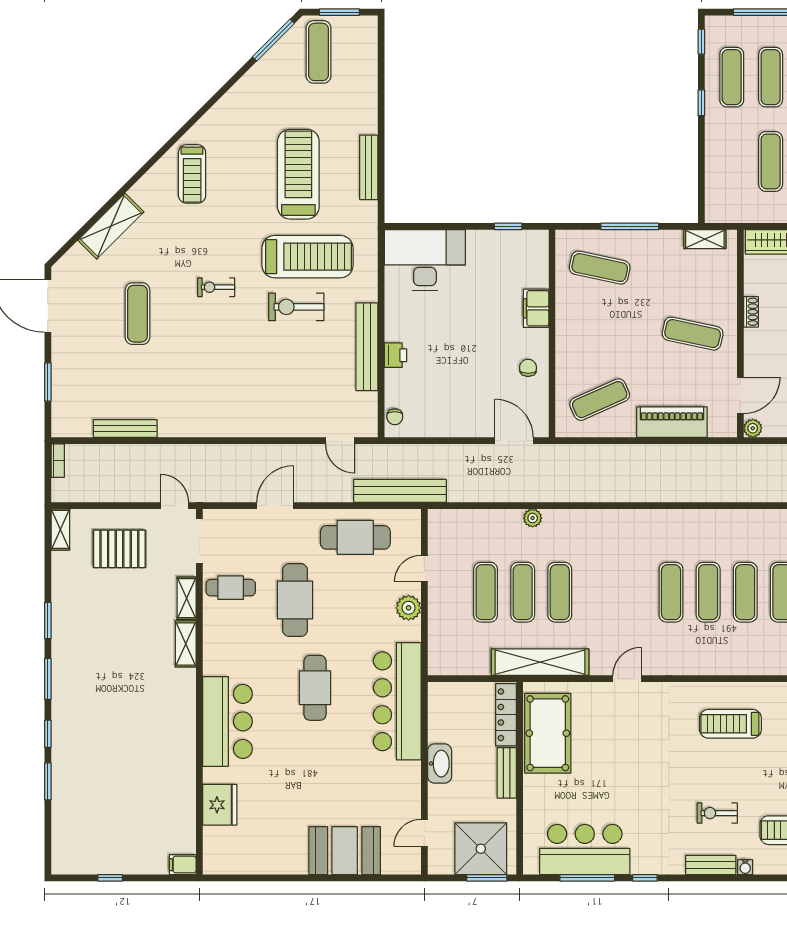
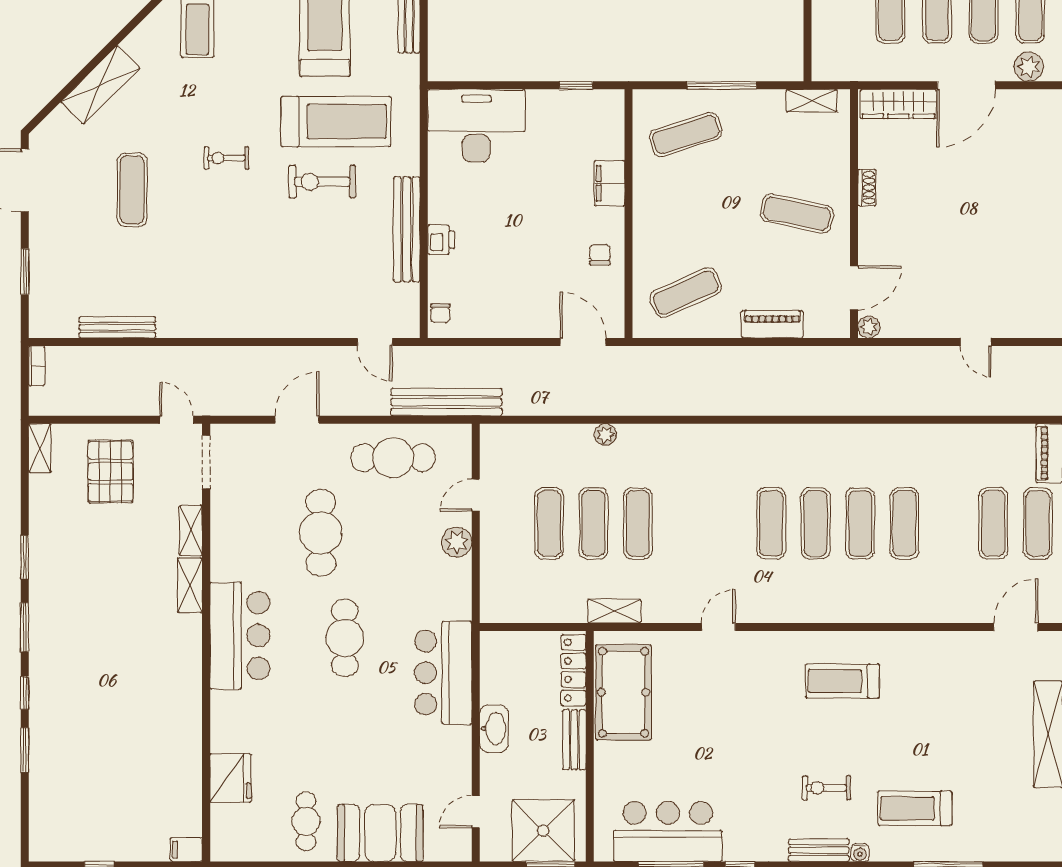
exercise mat: (600, 268) -> (686, 135), turned -30
piano: (672, 422) -> (772, 324), width x0.73, depth x0.75
pallet: (119, 549) -> (111, 471), turned 90
cafe table: (231, 588) -> (306, 821), moved, turned 90
shelving: (540, 662) -> (614, 611), width x0.45, depth x0.75
bar counter: (397, 701) -> (443, 673), width x0.73
bar counter: (227, 721) -> (240, 636), moved

